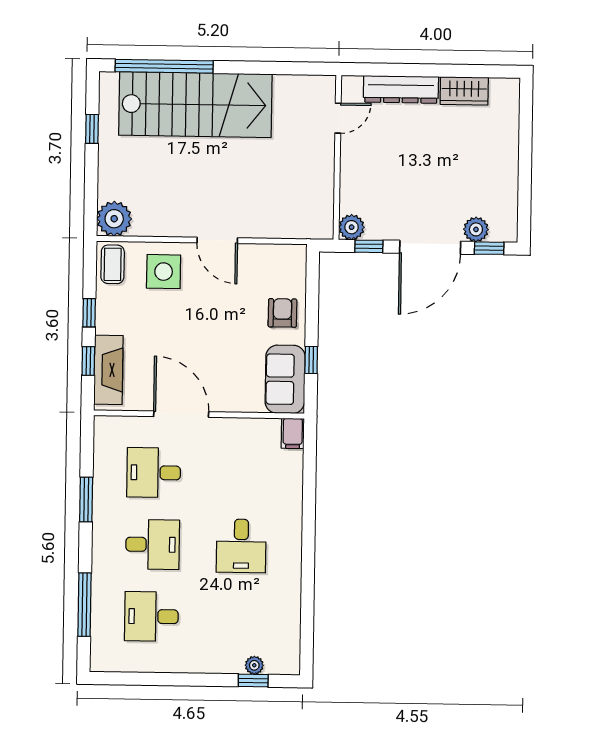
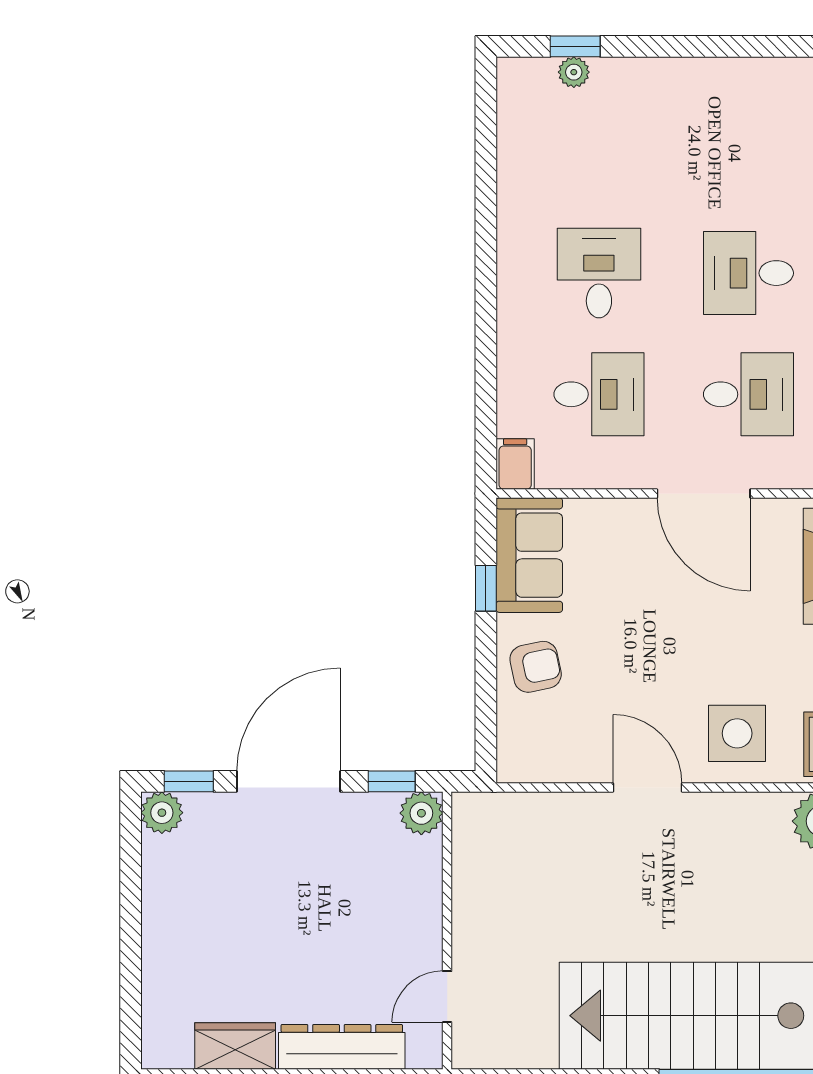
plant: (476, 229) -> (162, 813), moved
armchair: (282, 313) -> (536, 667), turned -102
desk: (151, 616) -> (599, 394), moved

